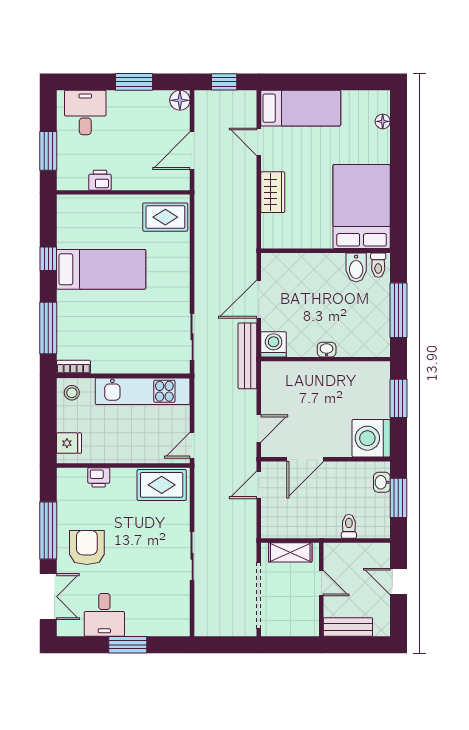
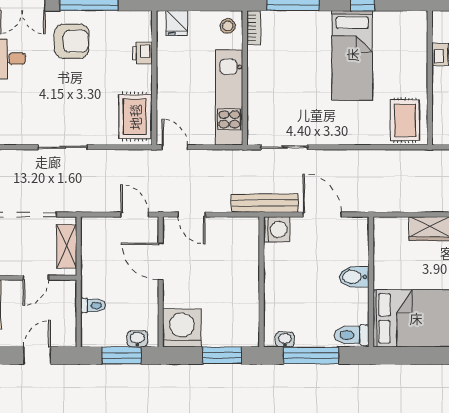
toilet: (378, 265) -> (352, 335), width x1.37, depth x1.39
bidet: (356, 267) -> (354, 277), moved
washbasin: (327, 350) -> (285, 340), moved, turned -90

